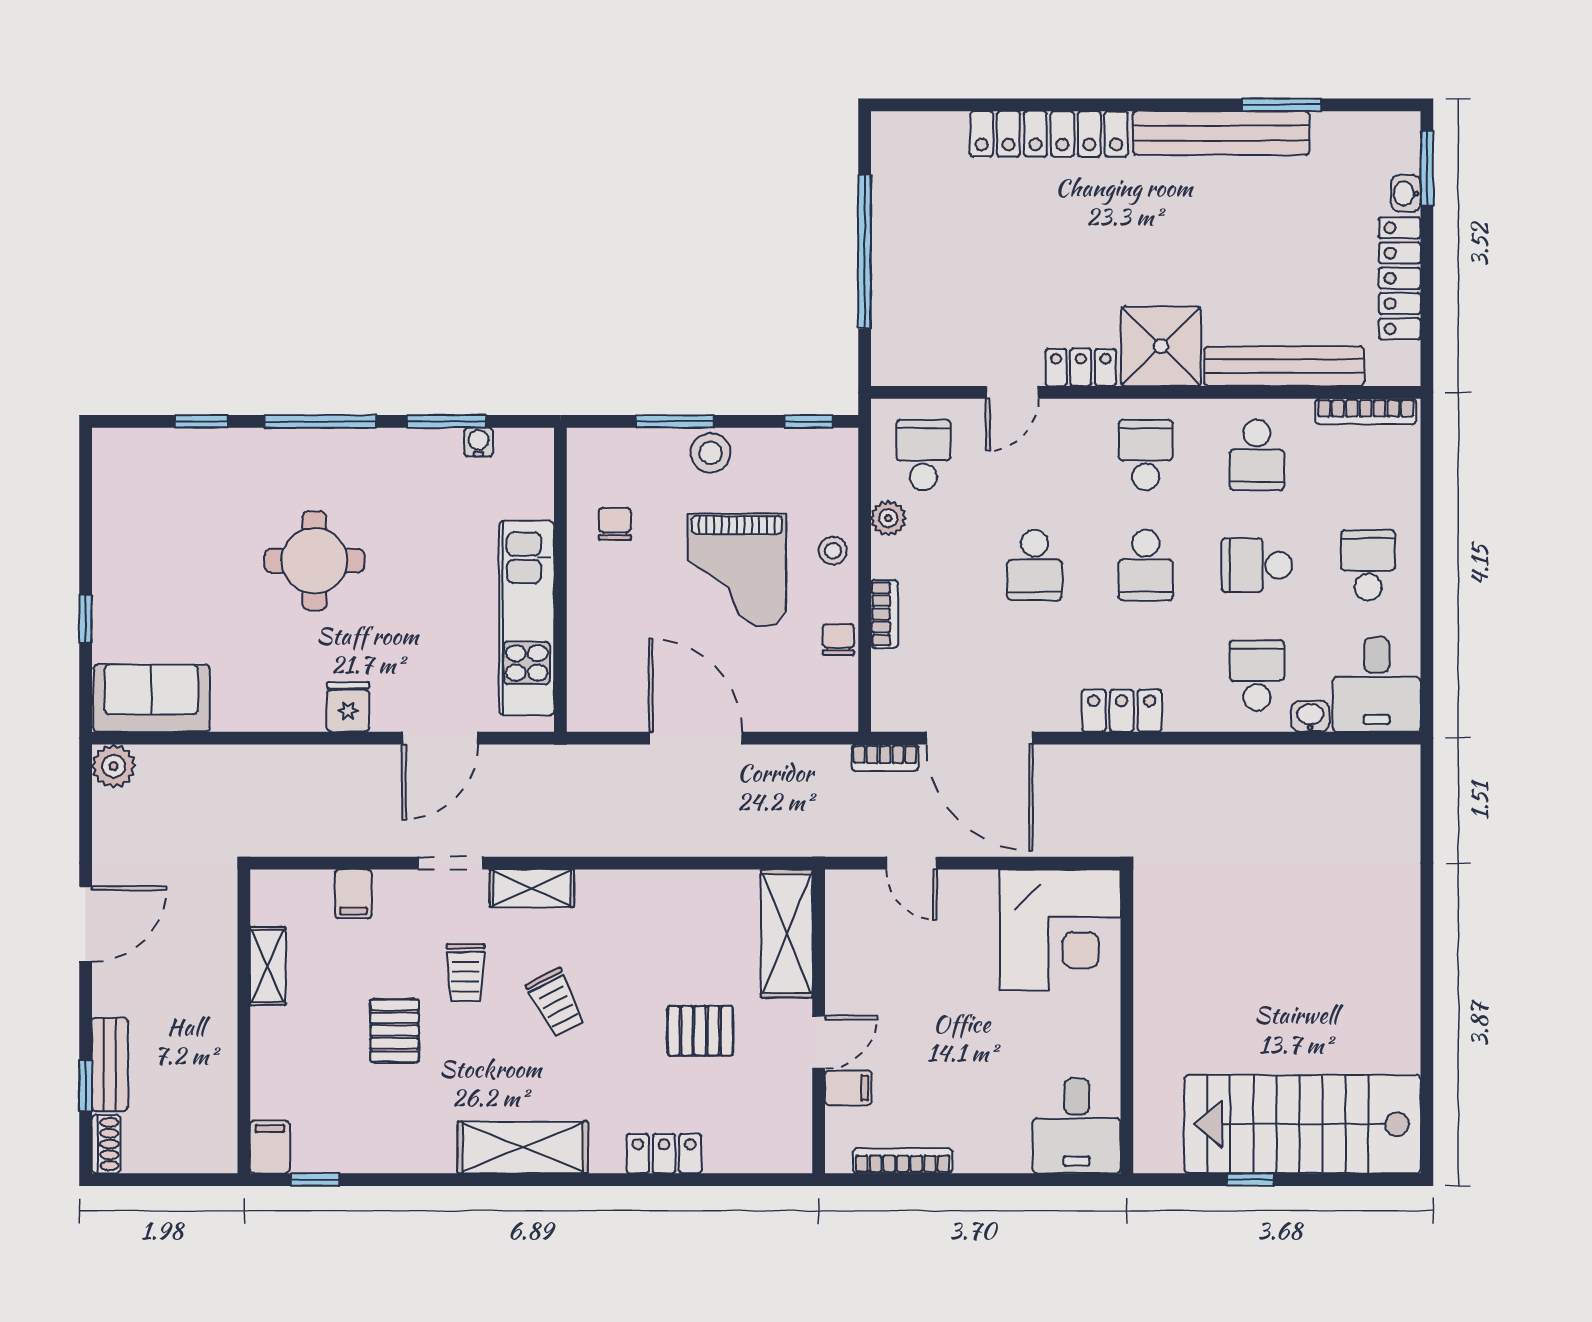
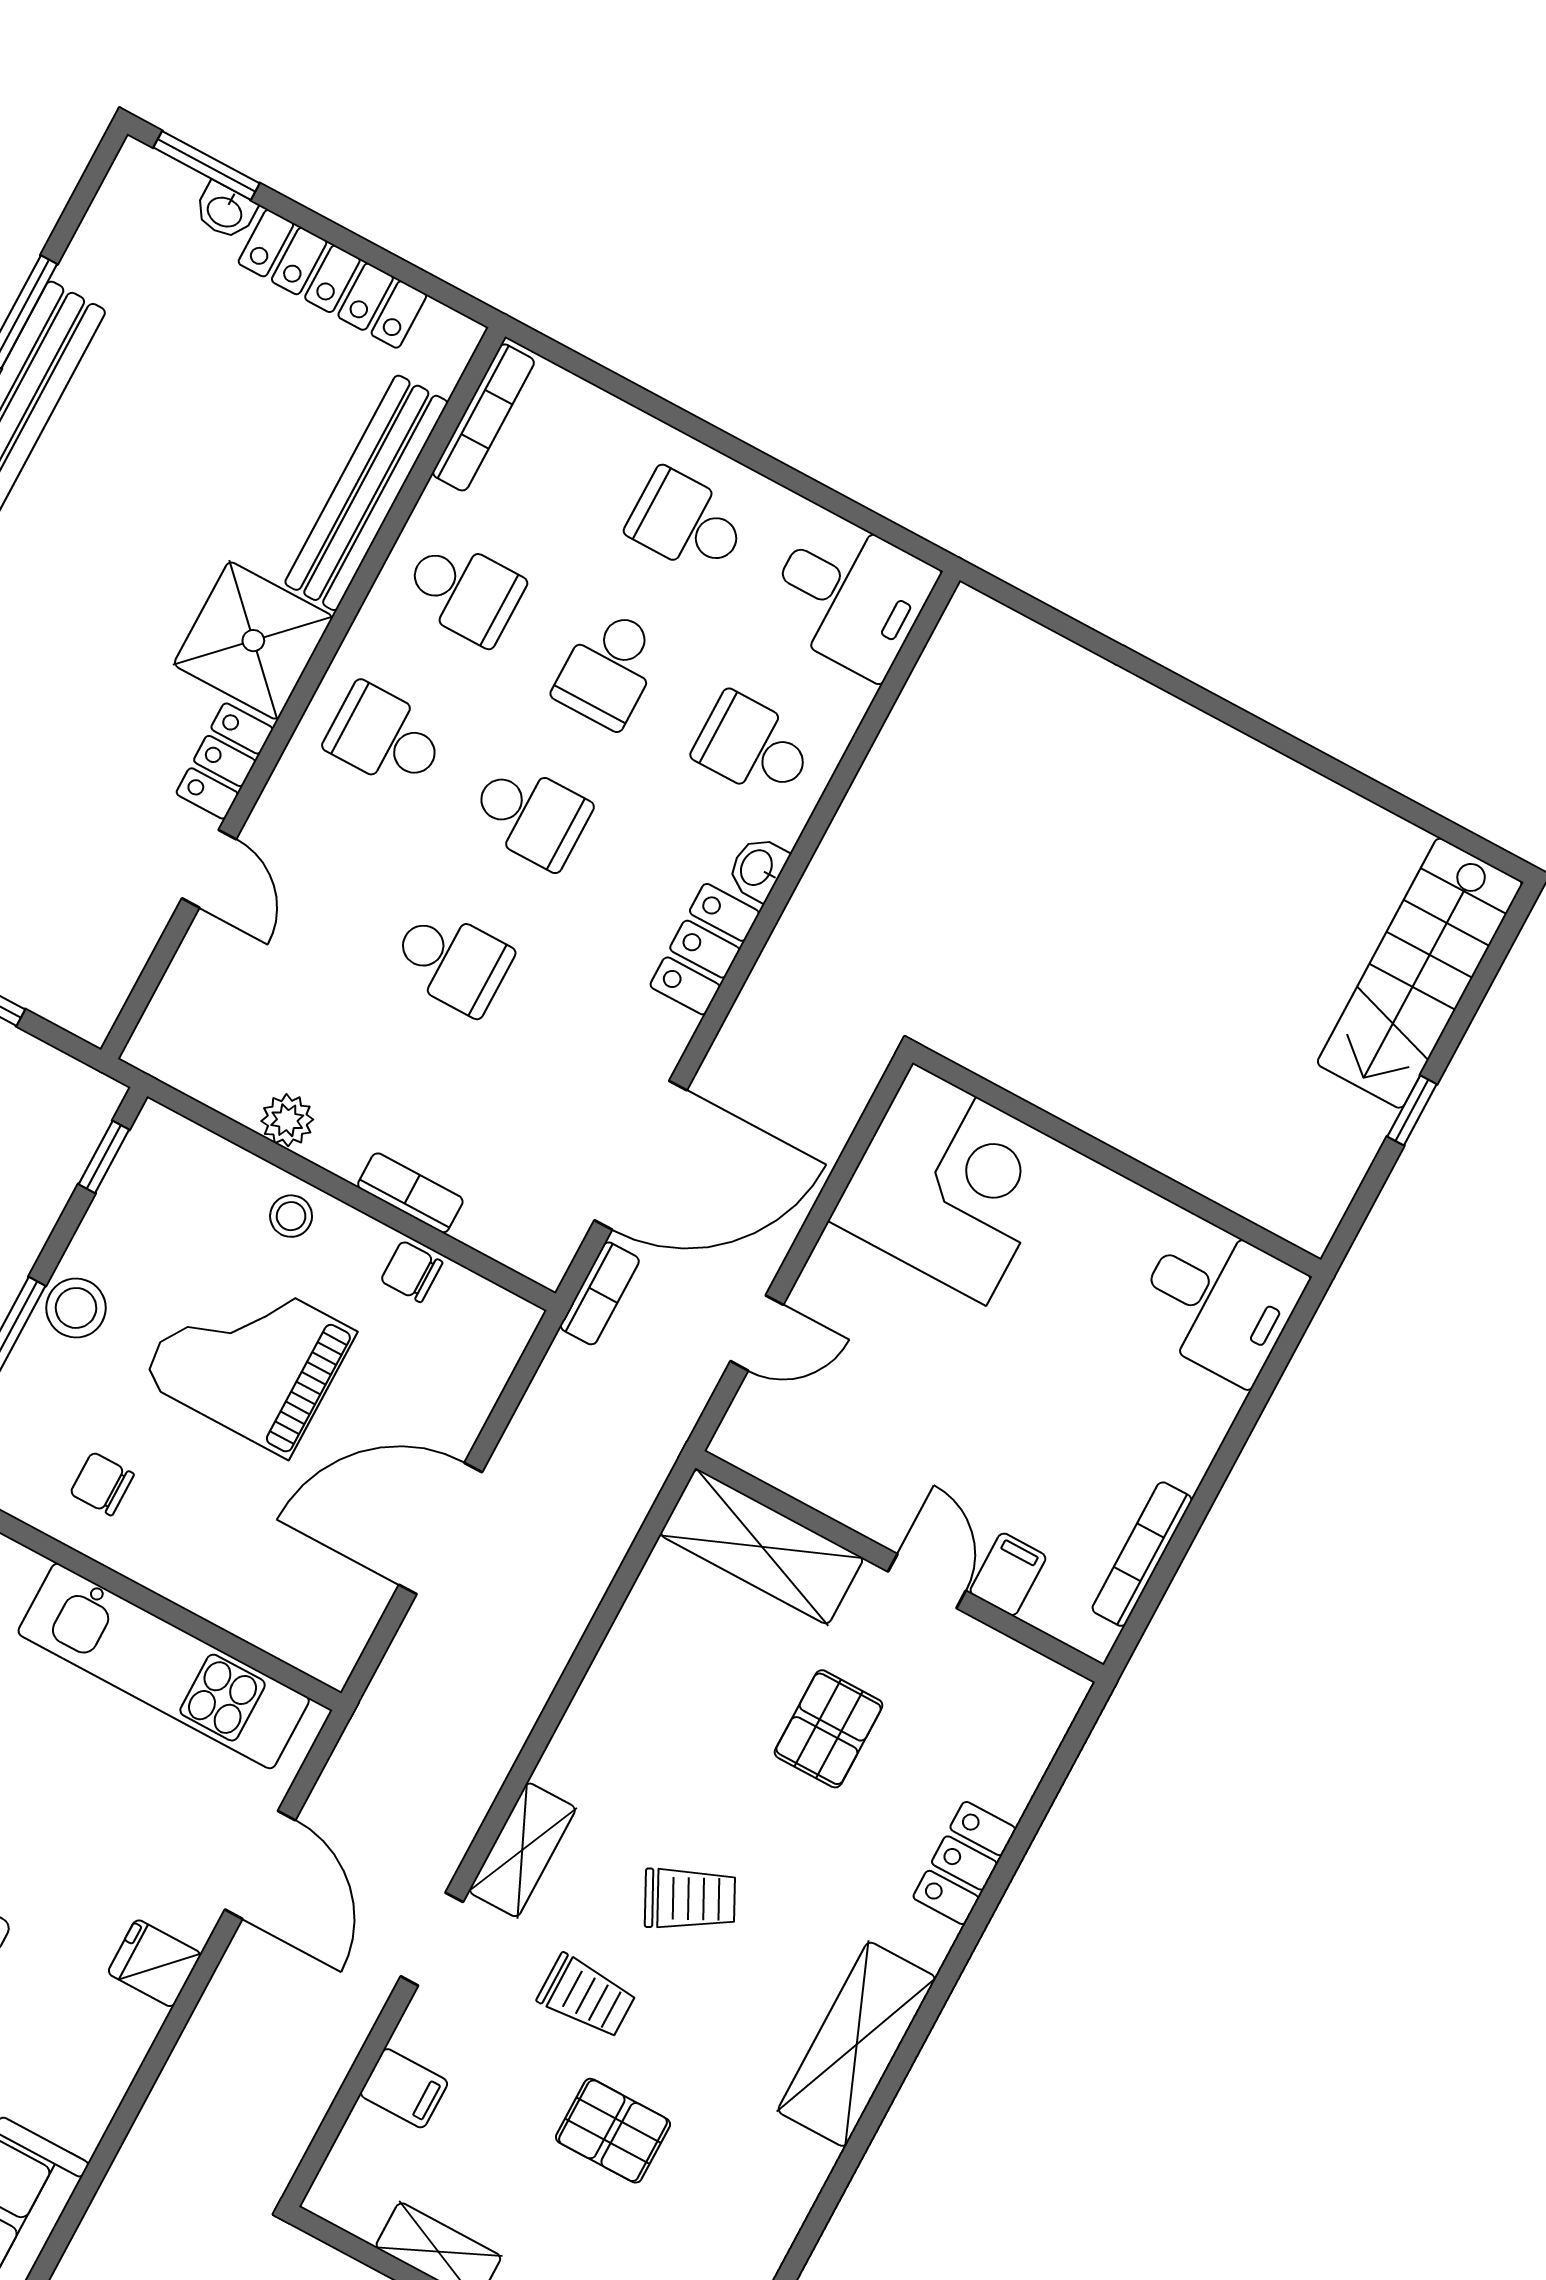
school desk: (923, 455) -> (229, 1030), removed
grand piano: (737, 570) -> (249, 1356), turned 180
washbasin: (1310, 716) -> (758, 868), moved
stairs: (1302, 1124) -> (1420, 973), width x0.73, depth x0.66

